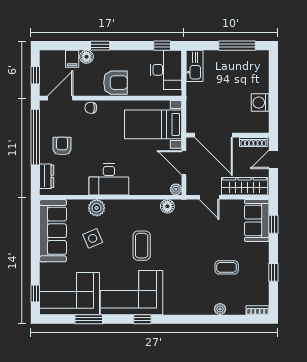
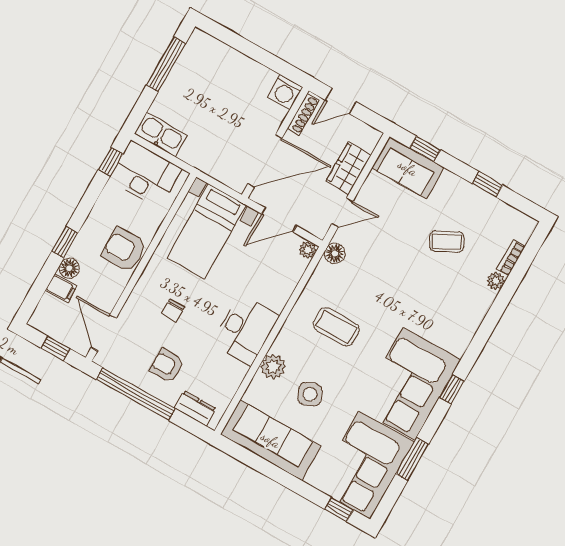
armchair: (116, 83) -> (124, 250), turned -90
washing machine: (260, 103) -> (285, 92), moved
chair: (91, 108) -> (173, 311), moved
door: (273, 159) -> (341, 101), hinge flipped
wardrobe: (245, 186) -> (349, 168), width x0.67
floor lamp: (167, 206) -> (335, 253), moved
coffee table: (142, 246) -> (336, 327), moved
coffee table: (227, 267) -> (447, 242), turned 63
bookcase: (257, 310) -> (511, 258), moved

